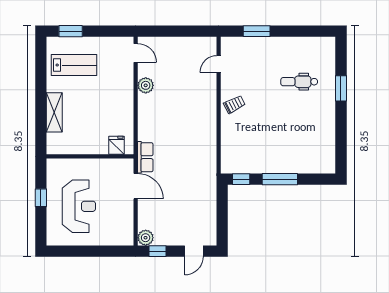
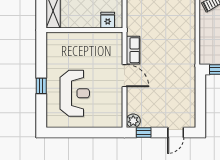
fridge: (116, 145) -> (108, 20), moved
wall: (90, 156) -> (84, 30), moved

